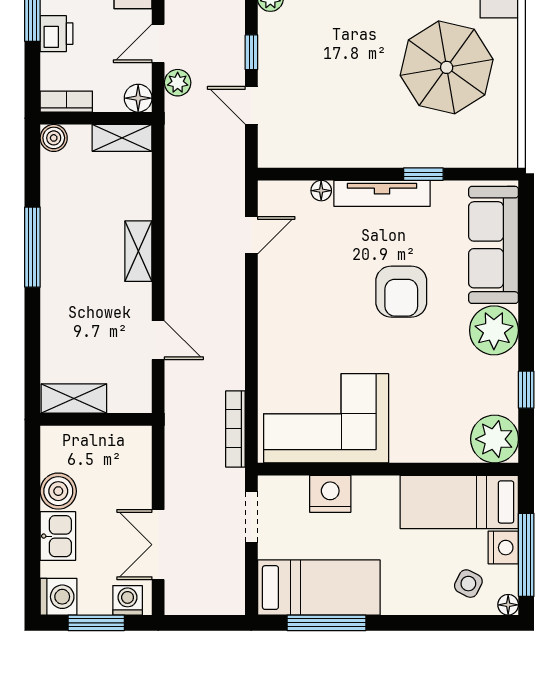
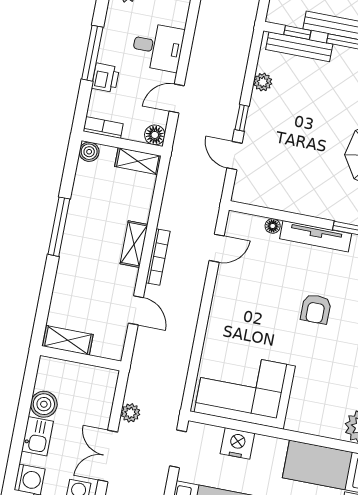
plant: (178, 83) -> (130, 413), moved
armchair: (401, 292) -> (316, 309), width x0.72, depth x0.72
bookcase: (235, 429) -> (158, 257), moved, turned 180

